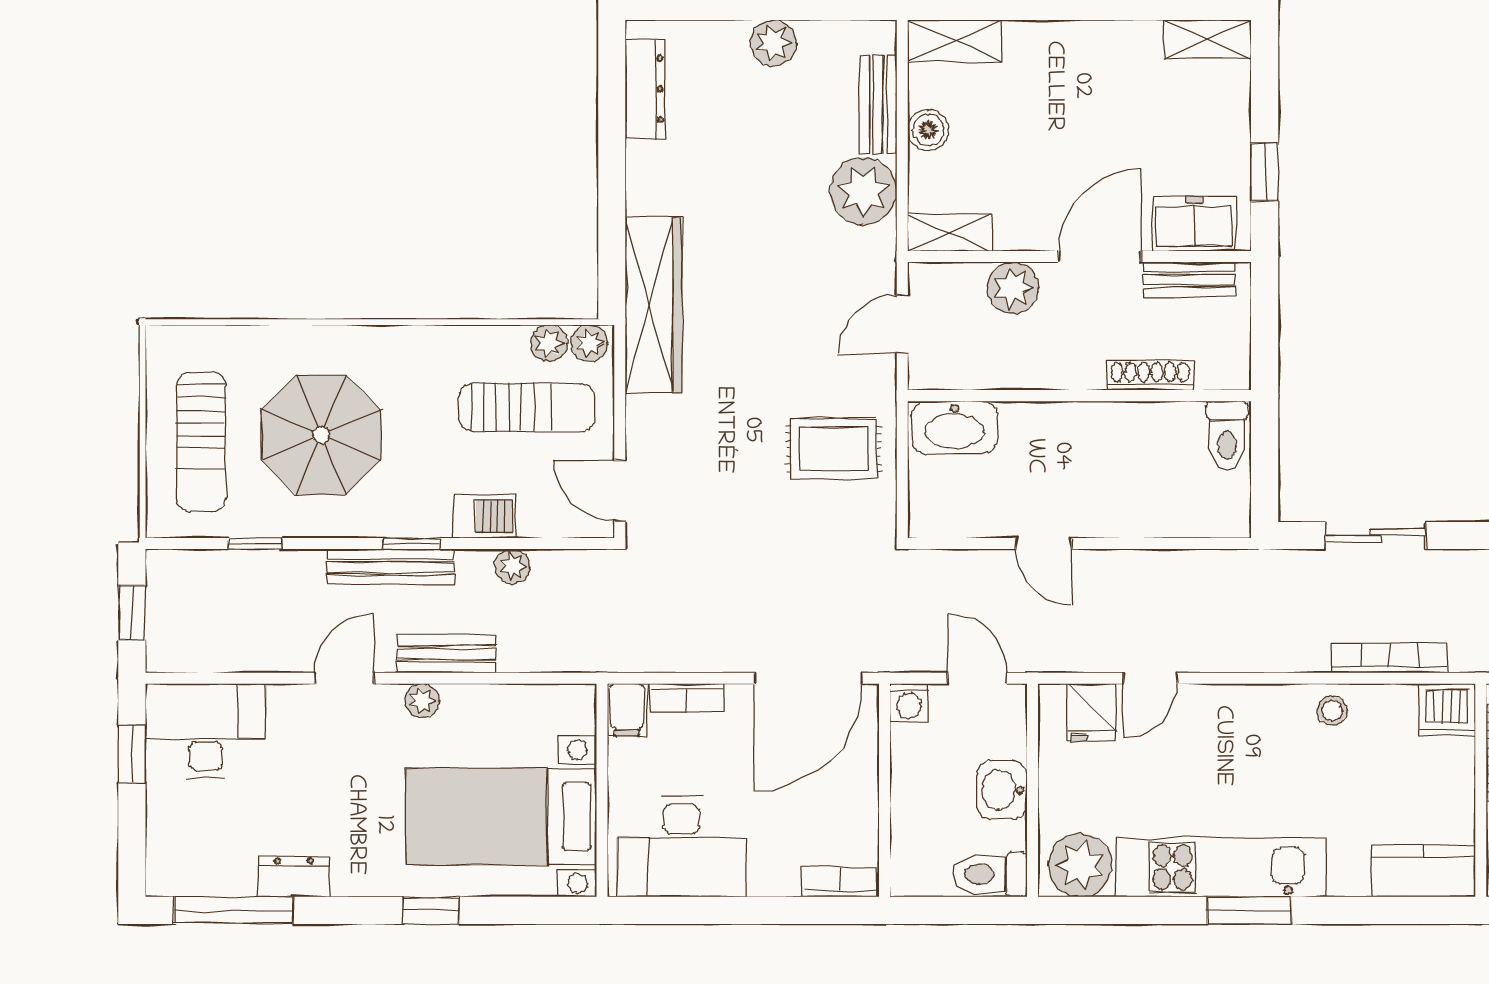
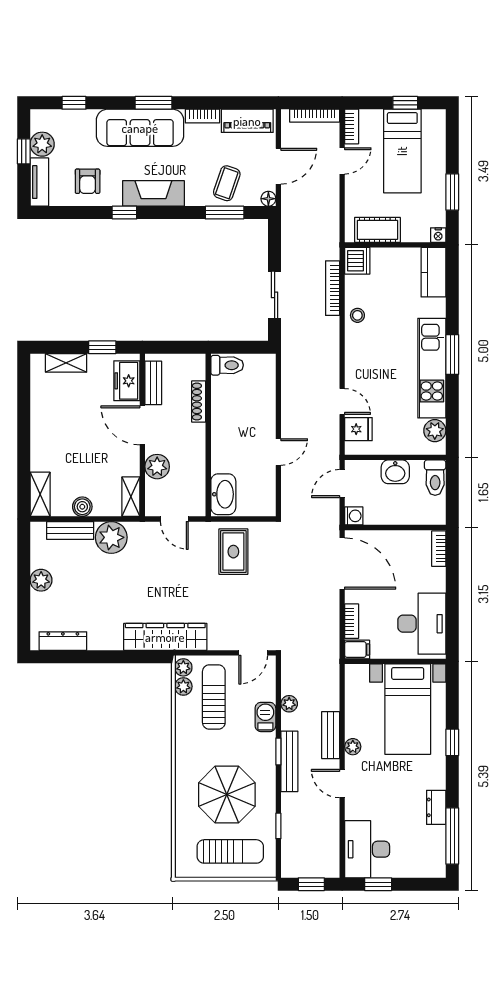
shelving: (1208, 39) -> (66, 363), moved, turned 90
plant: (1080, 865) -> (435, 431), width x0.73, depth x0.73

